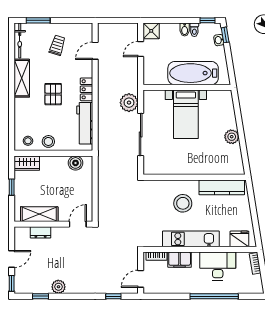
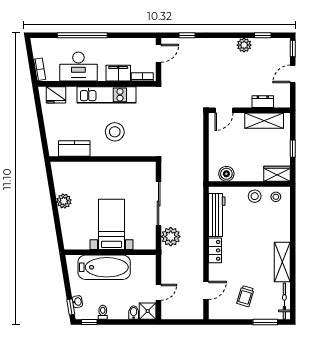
bidet: (185, 30) -> (134, 313), moved
pallet: (53, 94) -> (250, 245), removed
kitchen counter: (222, 187) -> (74, 148), width x0.67

